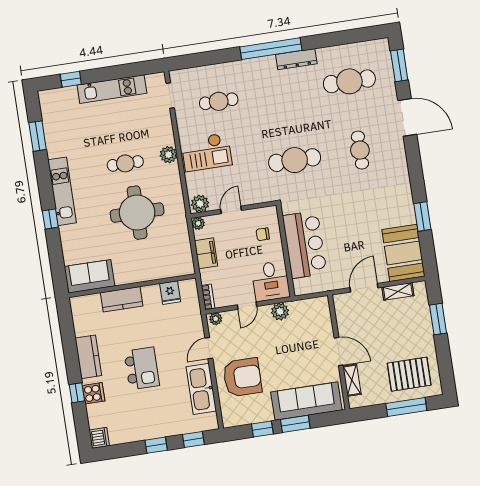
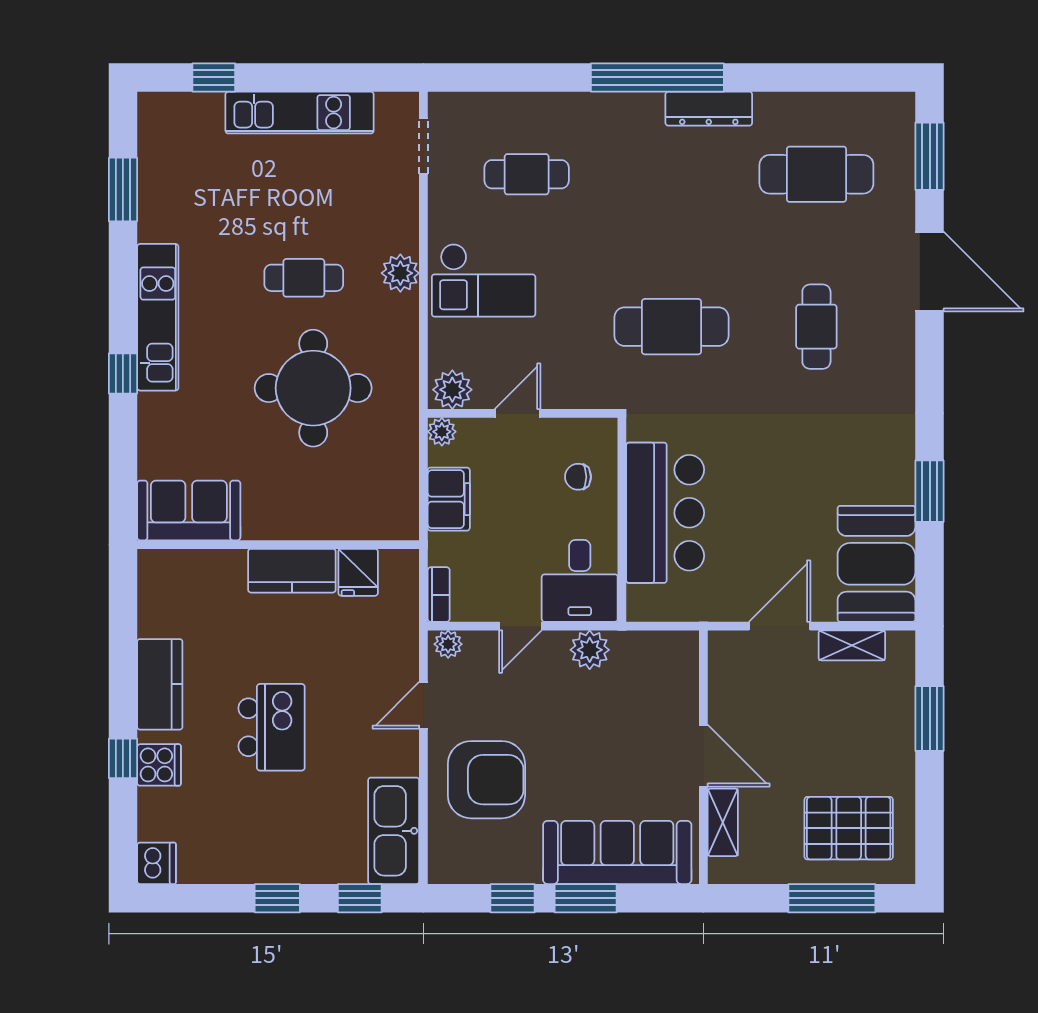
kitchen counter: (122, 299) -> (292, 571), moved
kitchen sink: (201, 389) -> (394, 831), moved

